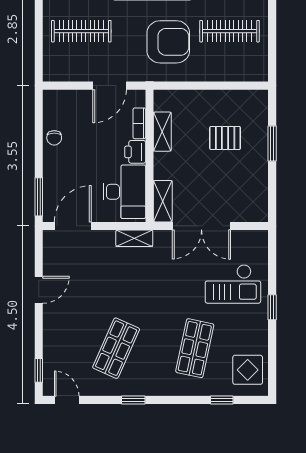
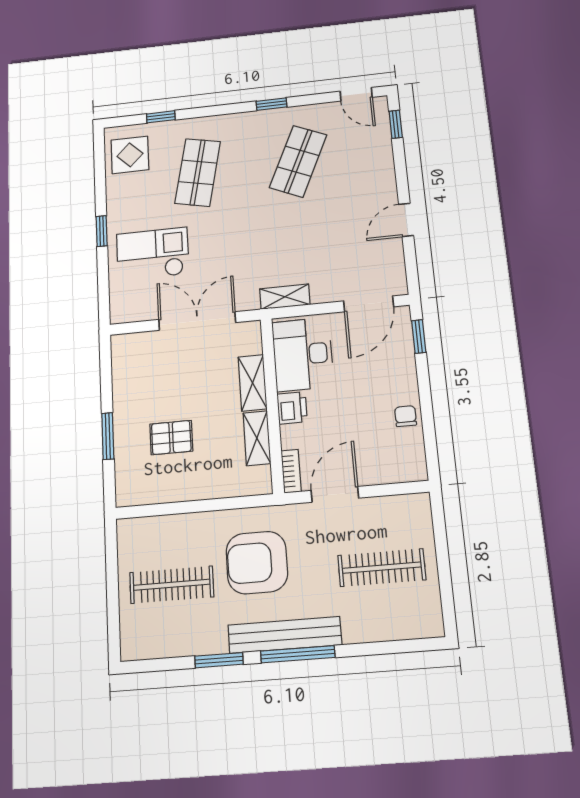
bookcase: (139, 123) -> (291, 471), moved
window: (39, 197) -> (419, 336), width x0.67
shelving: (163, 201) -> (253, 383), moved

